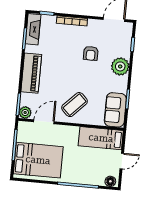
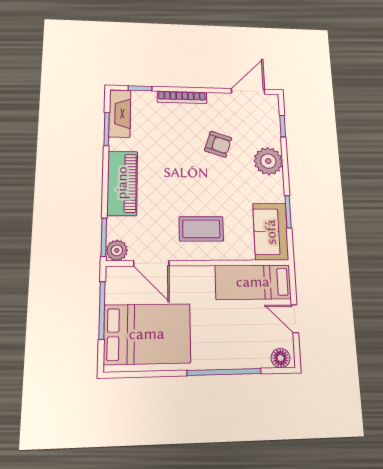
armchair: (91, 53) -> (218, 144), turned -72
coffee table: (75, 105) -> (201, 229), turned 46
door: (44, 122) -> (151, 263), swing flipped
door: (122, 161) -> (295, 319), swing flipped

